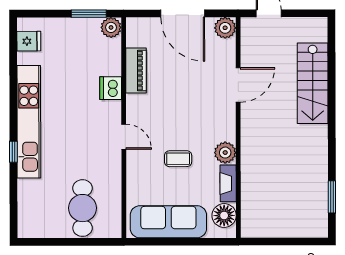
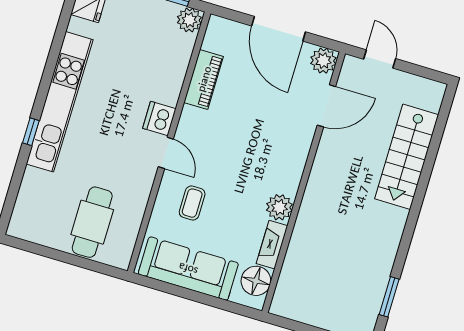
door: (238, 85) -> (326, 106), moved
dishwasher: (111, 88) -> (159, 119), moved
coffee table: (178, 159) -> (192, 203), moved, turned 90

